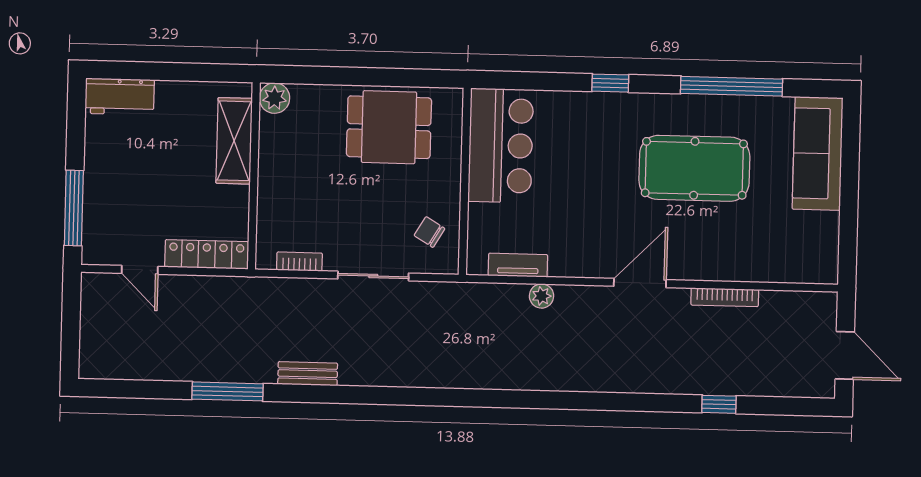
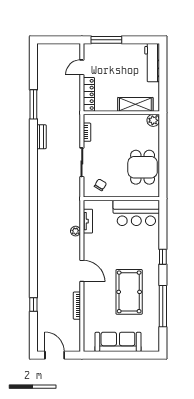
workbench: (120, 97) -> (152, 63), width x1.38
sofa: (818, 153) -> (118, 342), moved
door: (845, 355) -> (55, 355), swing flipped

